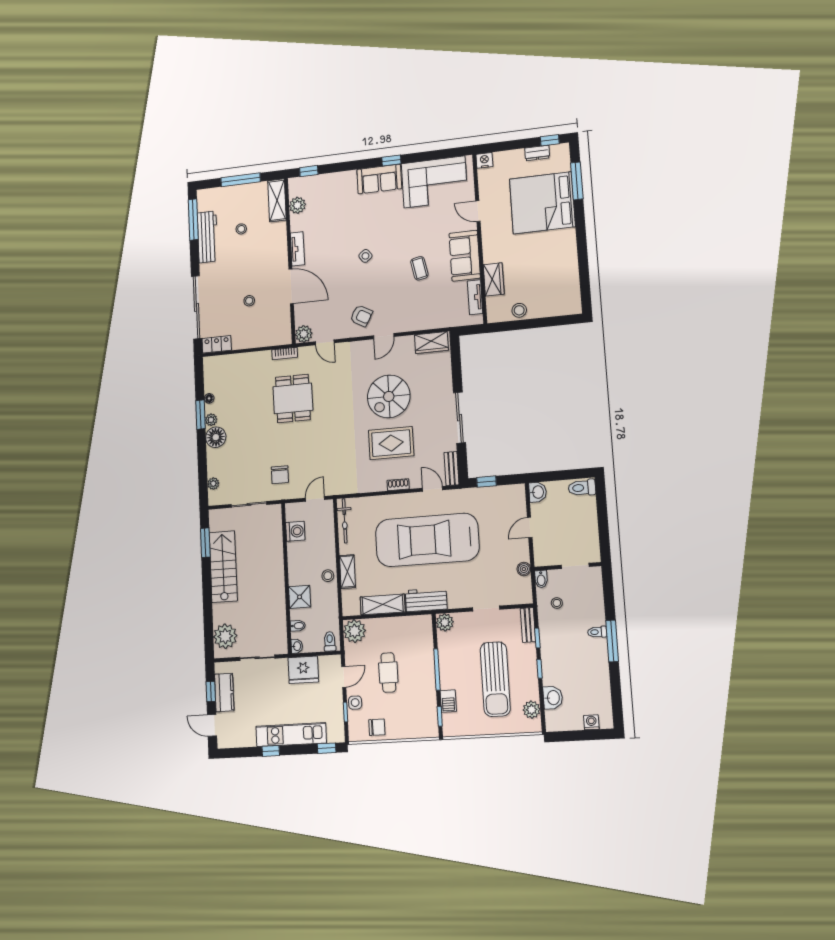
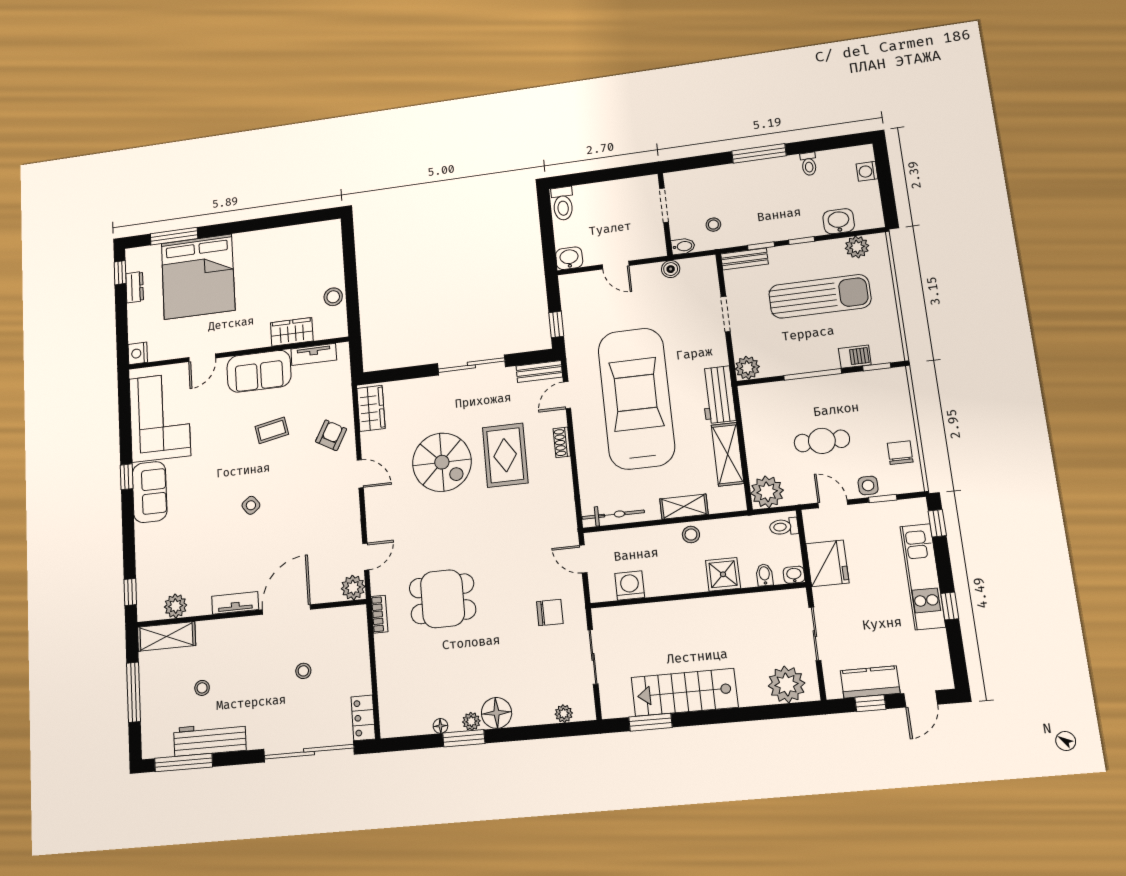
armchair: (361, 316) -> (331, 435), moved
car: (427, 540) -> (636, 398), turned 180
toilet: (597, 632) -> (809, 164), moved

